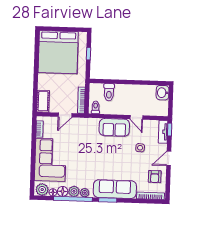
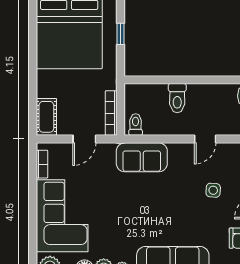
toilet: (109, 92) -> (177, 98), moved
door: (136, 117) -> (205, 139), hinge flipped
sofa: (114, 127) -> (142, 157), moved

